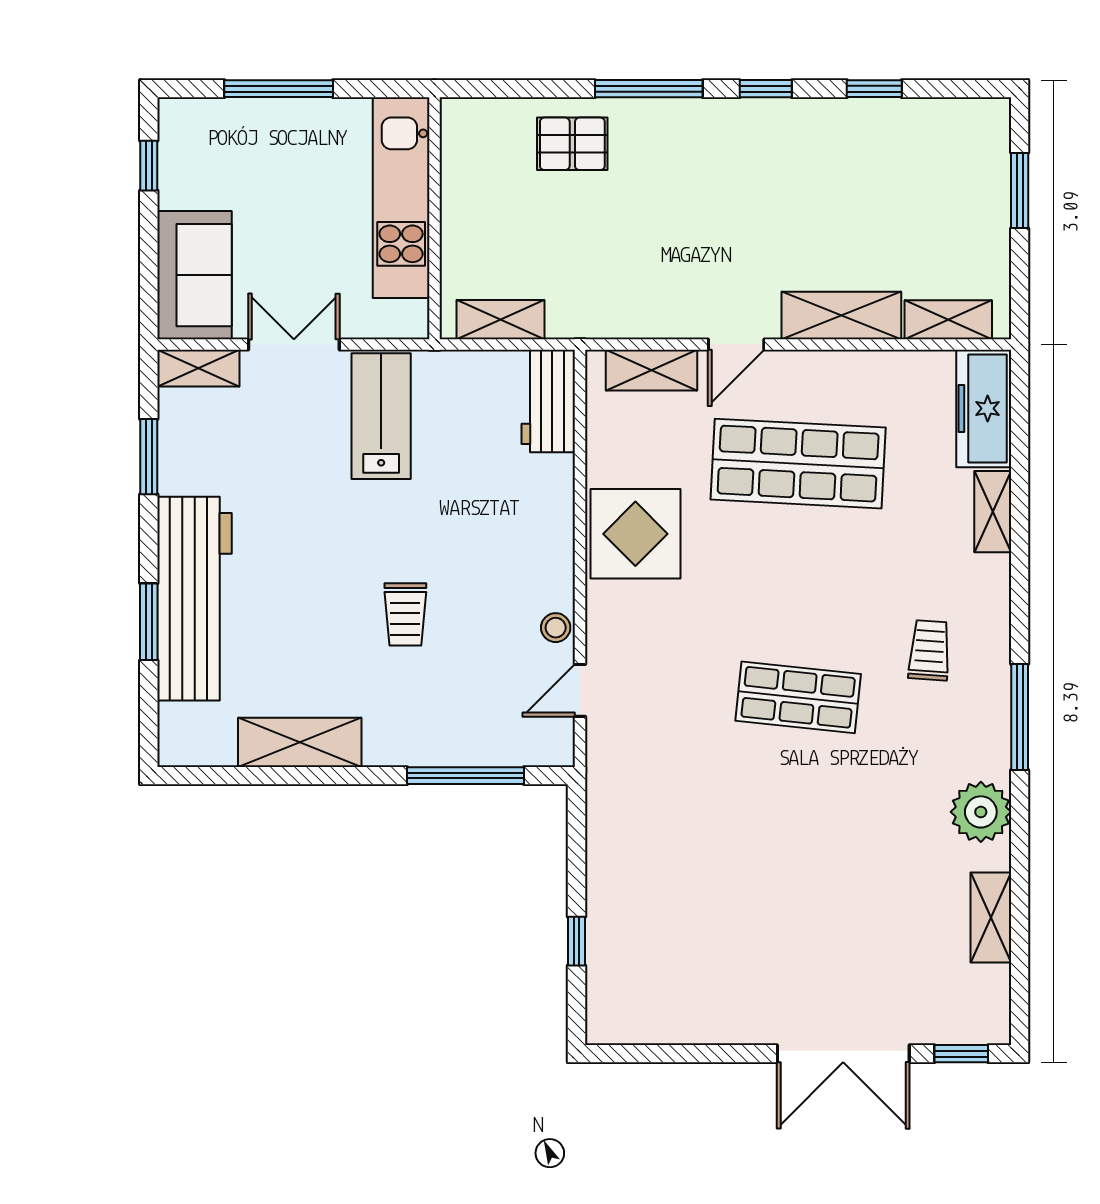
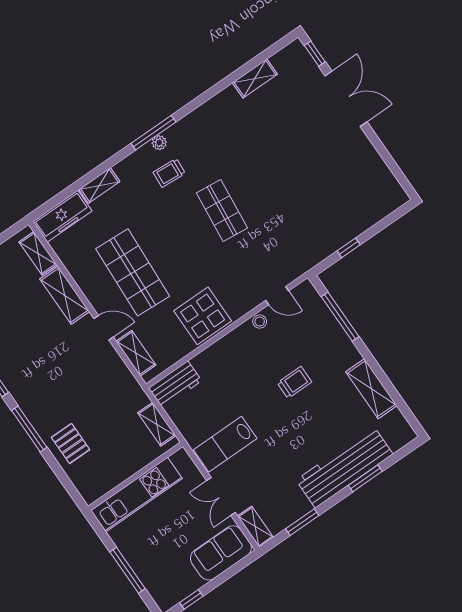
window: (1020, 717) -> (153, 133), moved
plant: (981, 812) -> (159, 143), moved, width x0.53, depth x0.53
window: (577, 941) -> (349, 248), moved

